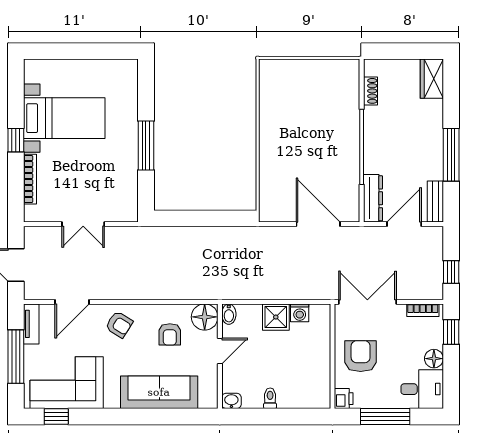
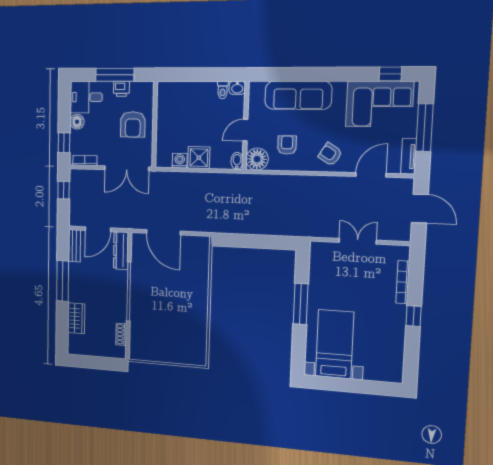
wardrobe: (432, 79) -> (76, 318), moved
bed with nightstands: (64, 118) -> (335, 344), moved, turned 90
toilet: (270, 398) -> (223, 90), moved
printer: (344, 399) -> (121, 89), moved, turned -90

